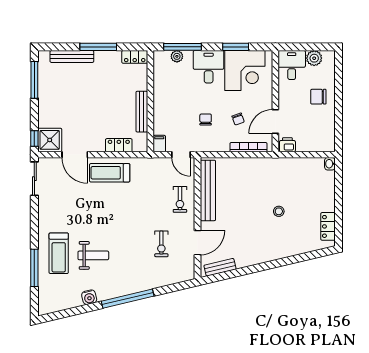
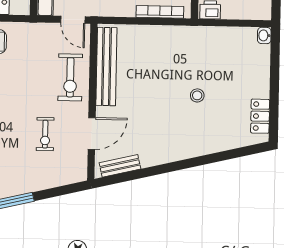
exercise bike: (180, 199) -> (70, 77), width x1.38, depth x1.39

